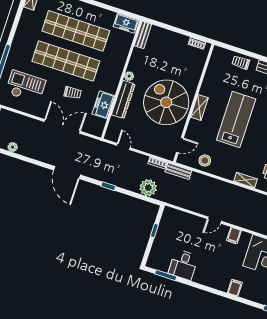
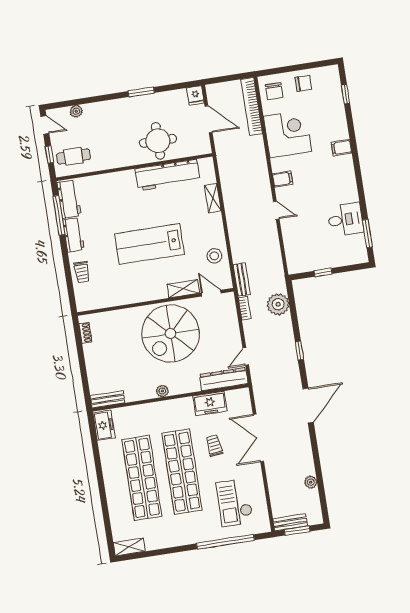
dresser: (123, 99) -> (224, 379), moved
shelving: (199, 107) -> (183, 289), moved

